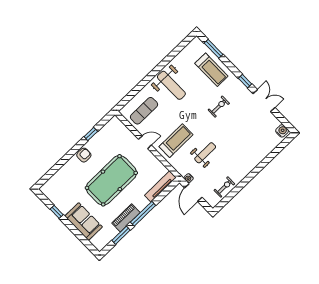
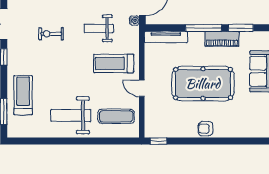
weight bench: (171, 85) -> (71, 115), turned -90
exercise bike: (219, 107) -> (51, 34), moved
window: (91, 134) -> (158, 141), moved

